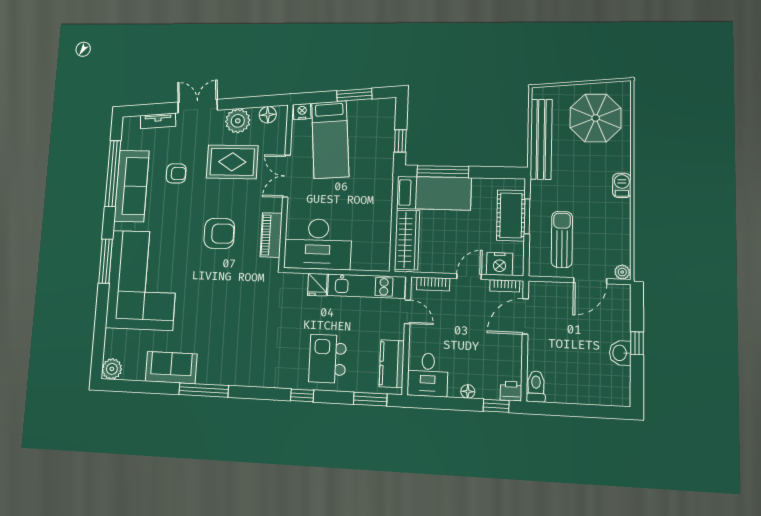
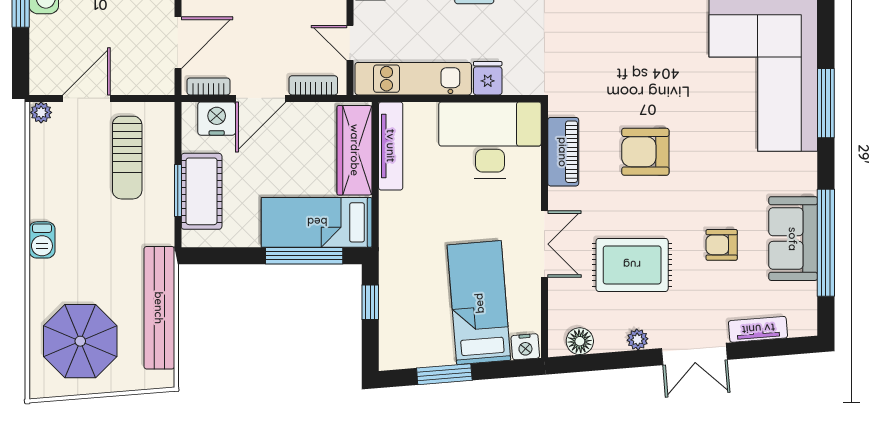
plant: (238, 121) -> (637, 339), width x0.53, depth x0.53
sofa: (132, 186) -> (793, 239), width x0.73
tv unit: (383, 242) -> (391, 146), added
door: (469, 277) -> (261, 98), width x1.38

